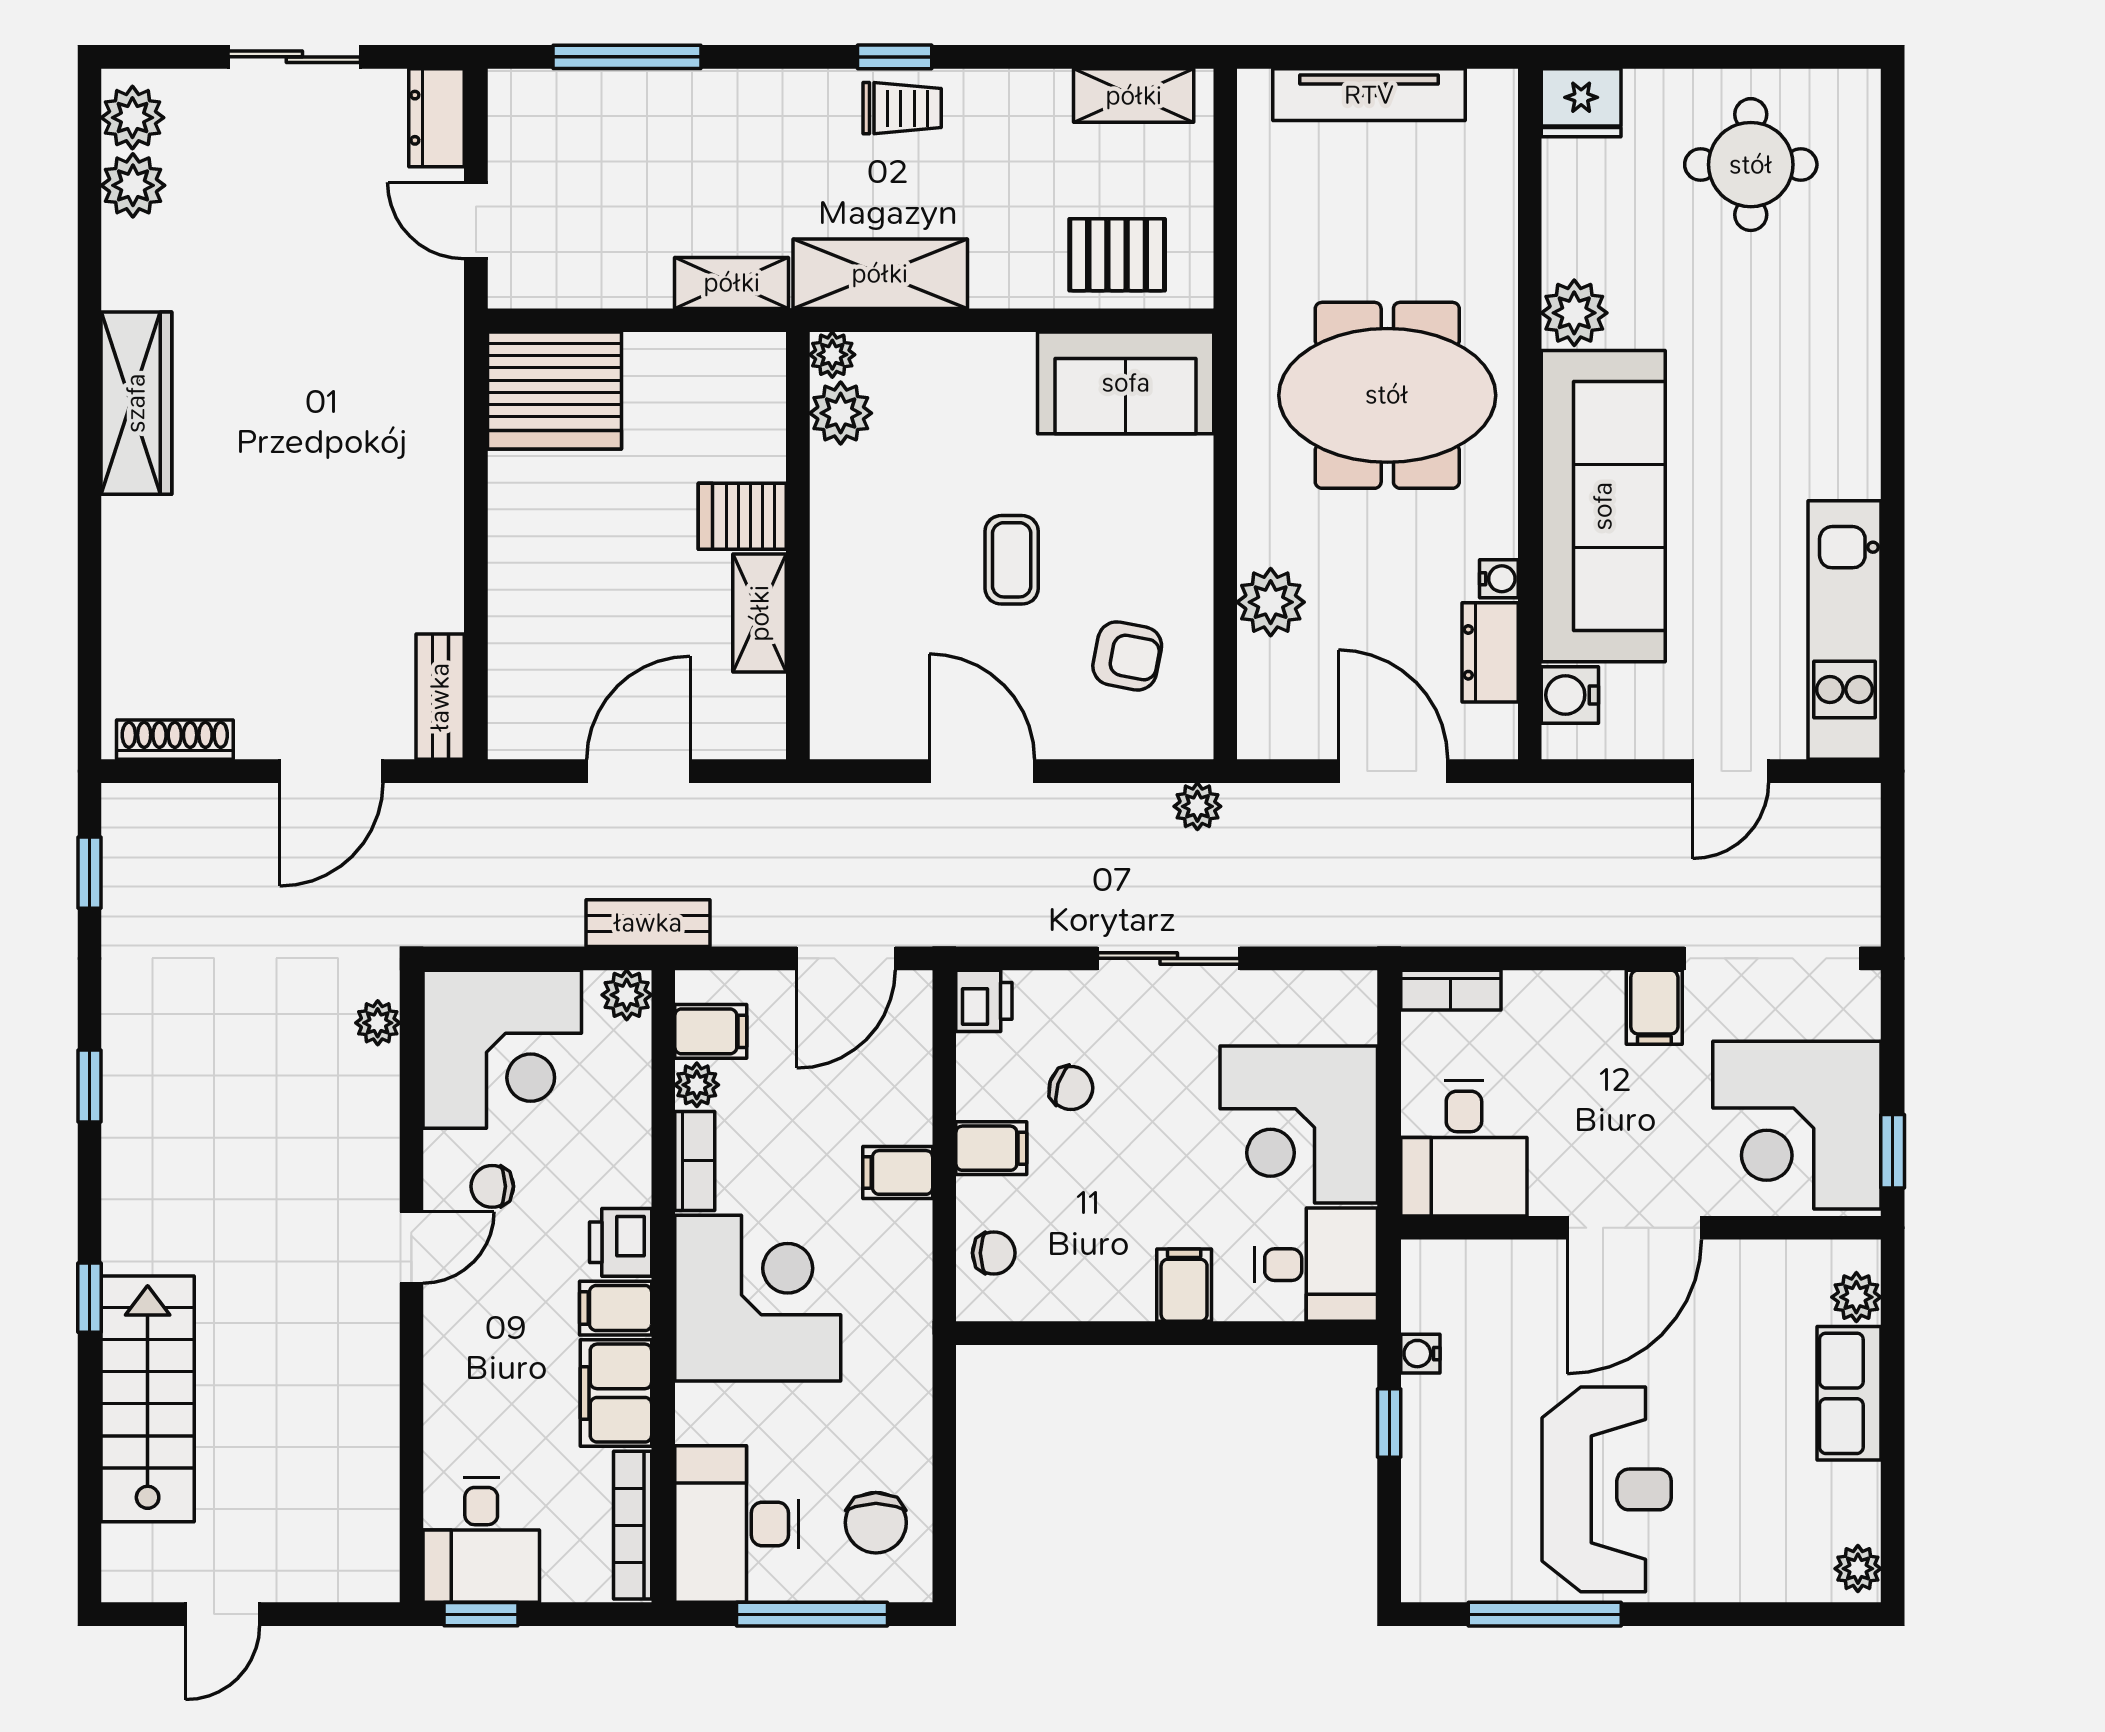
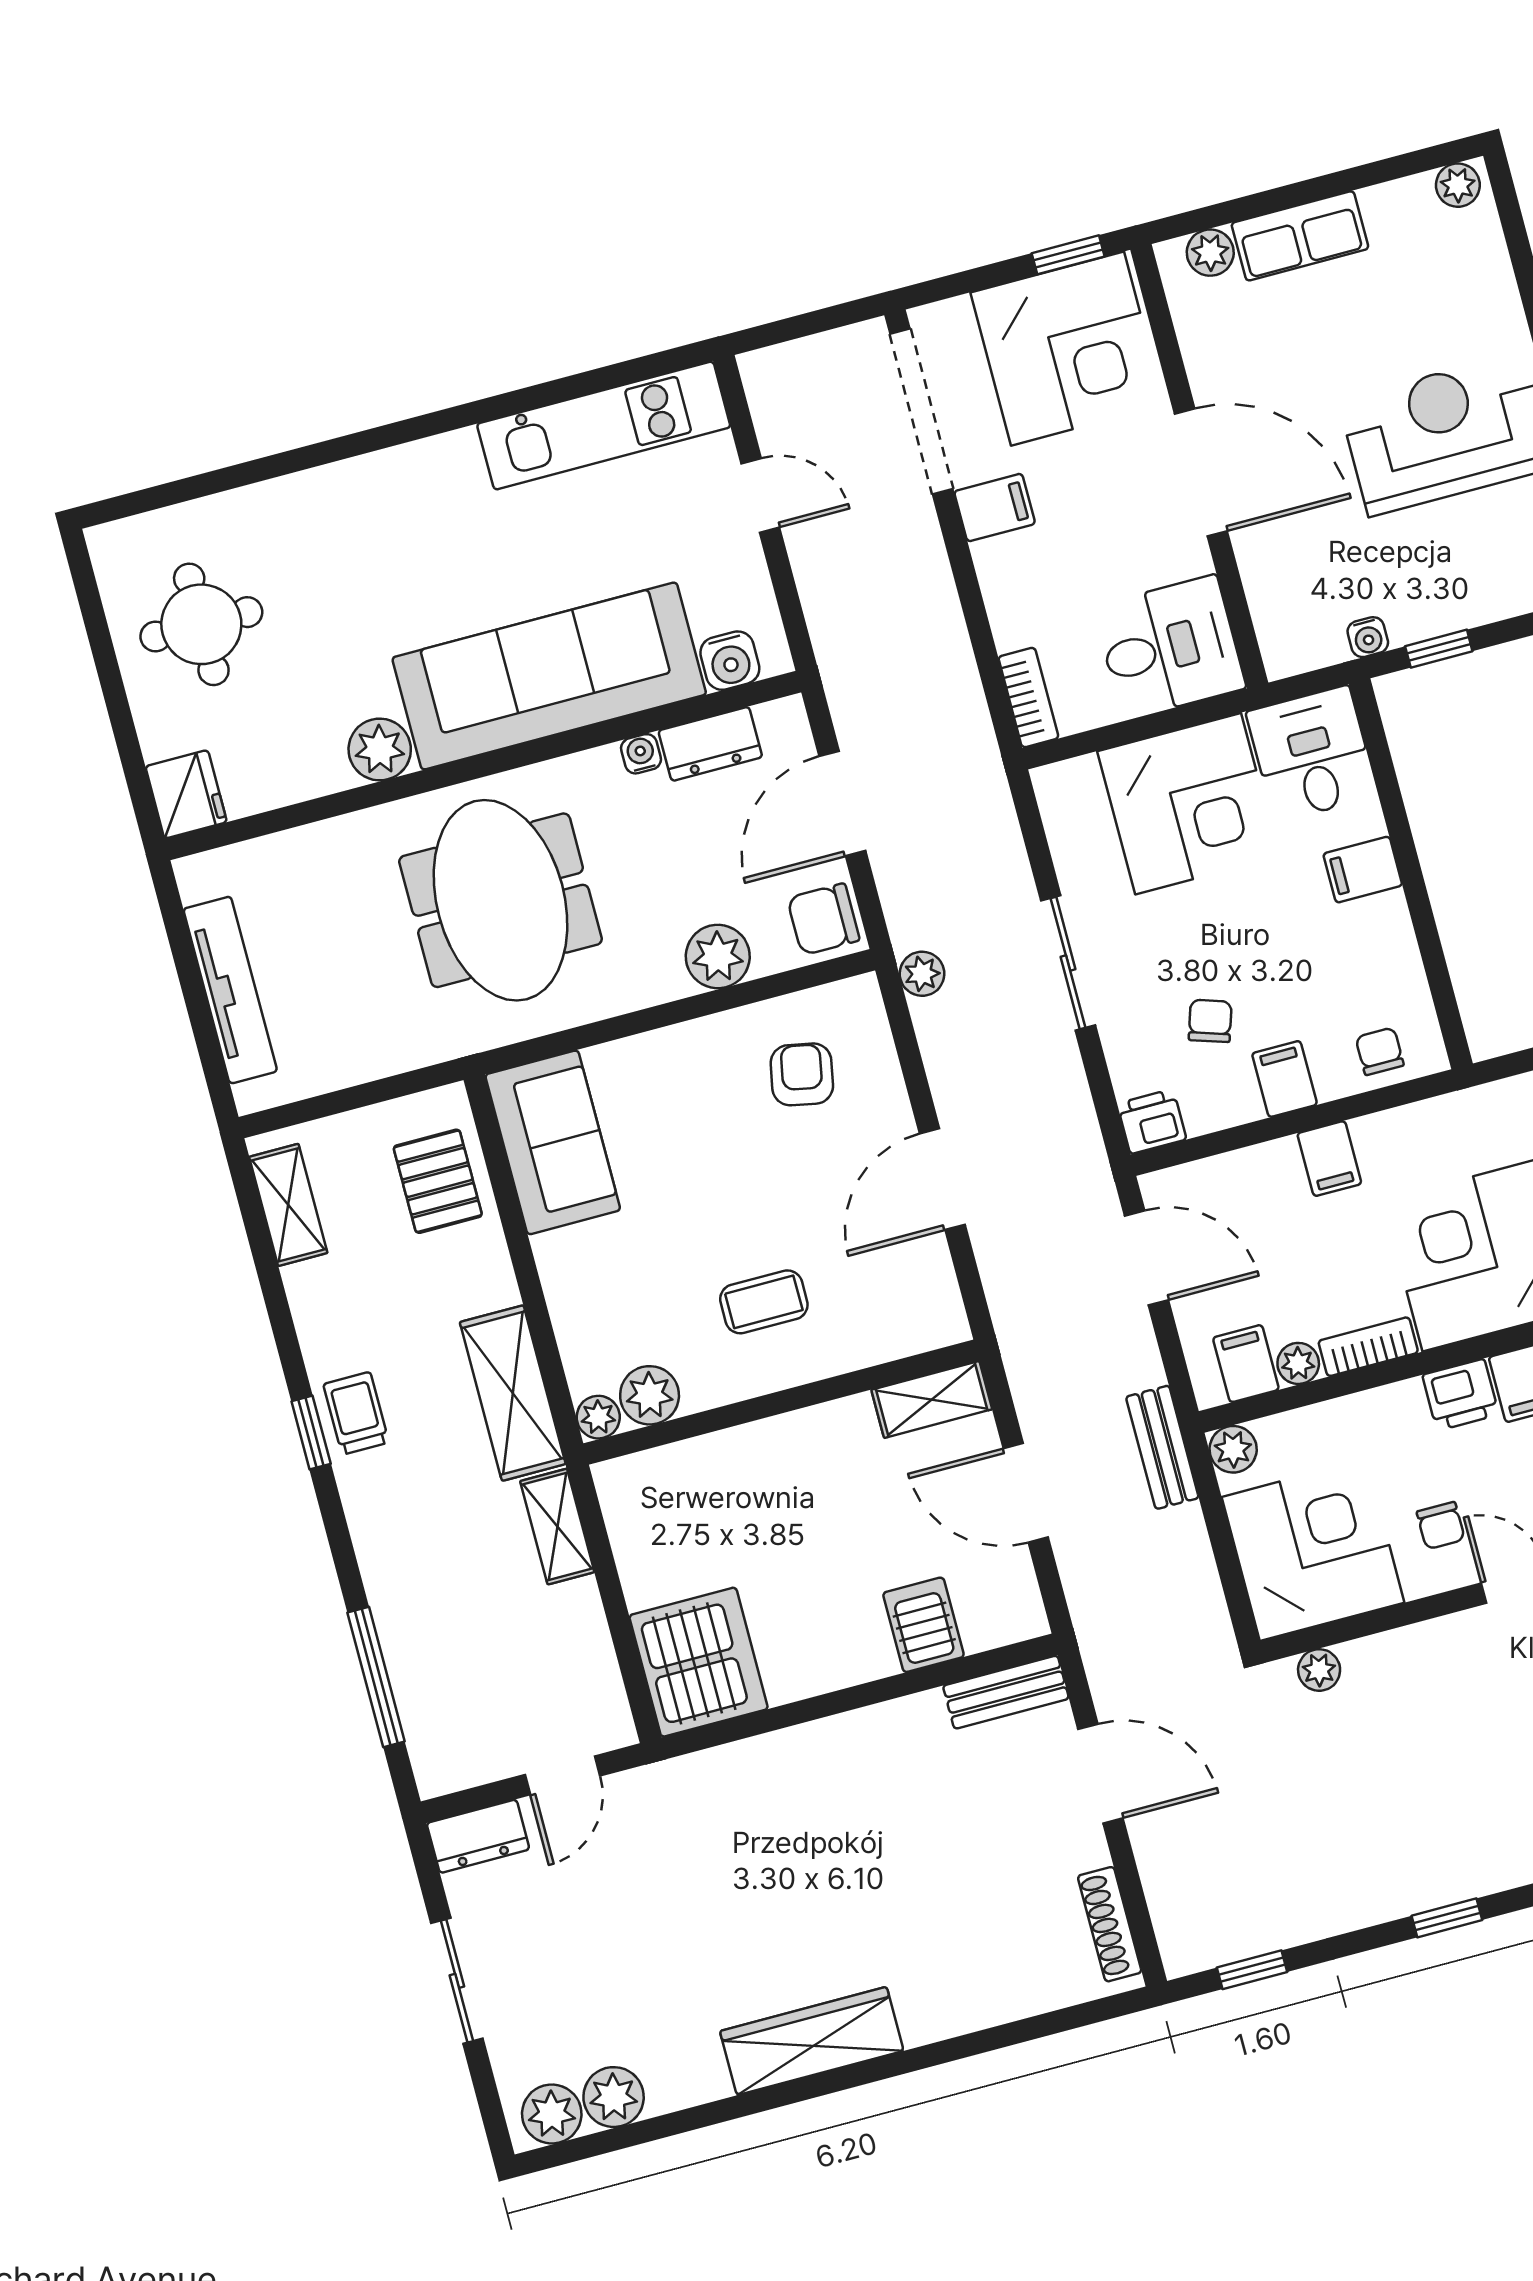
server rack: (742, 516) -> (923, 1625), moved, turned 180
coffee table: (1012, 560) -> (764, 1302), moved
shelving: (760, 613) -> (932, 1400), moved
chair: (1280, 720) -> (823, 919), added

